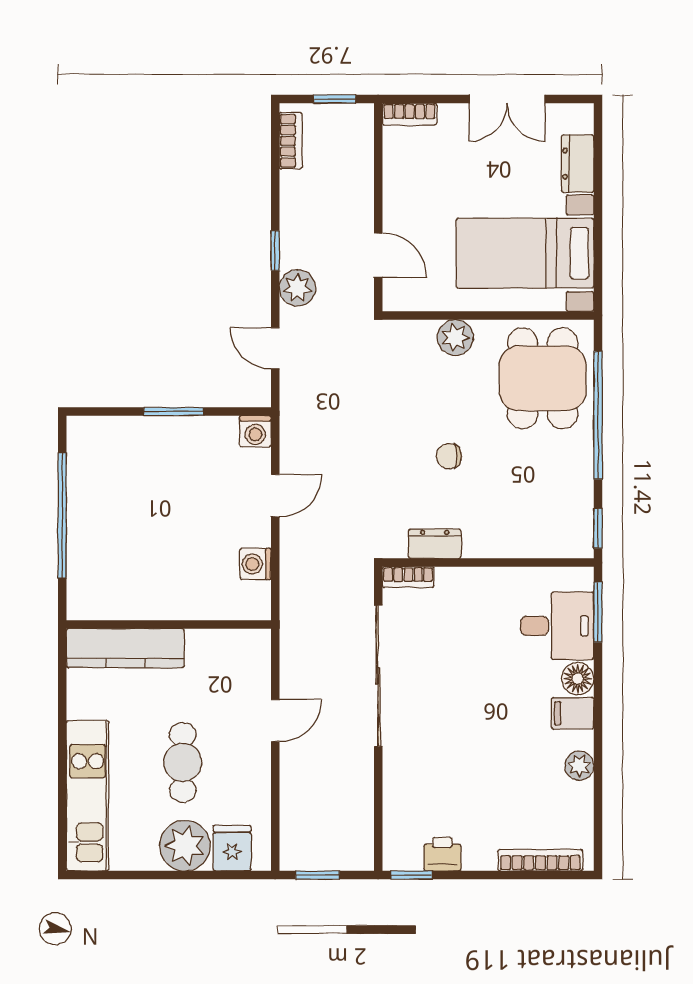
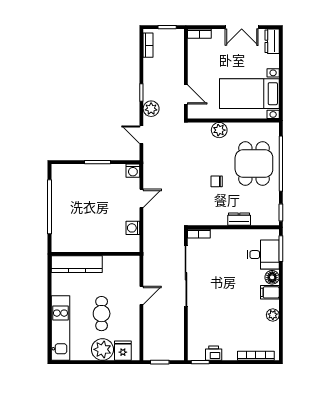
dresser: (578, 164) -> (272, 41), moved
dining table: (543, 378) -> (254, 163), moved
dresser: (435, 544) -> (239, 219), moved

